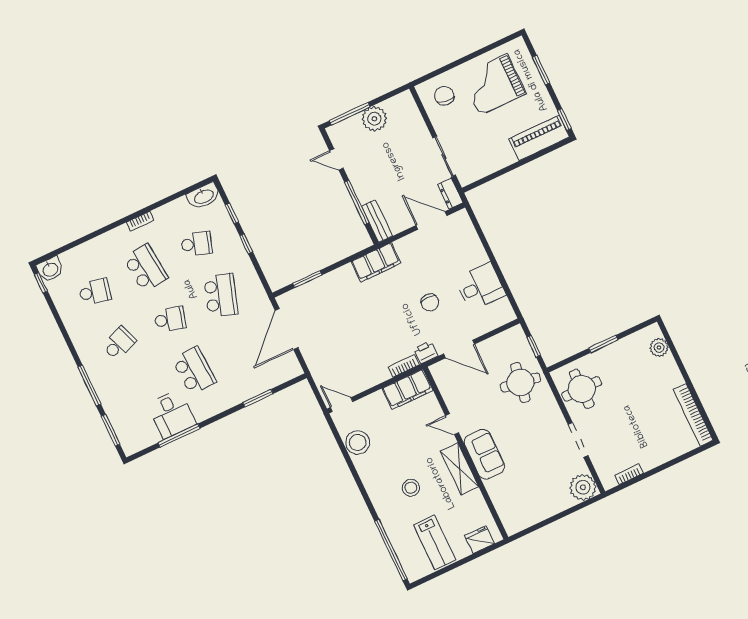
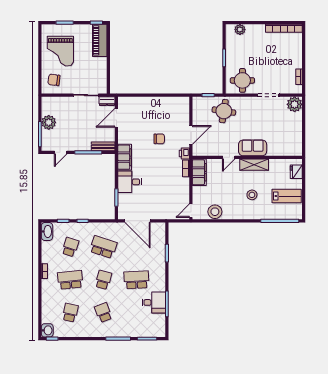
desk: (480, 287) -> (130, 182), moved, turned -90

